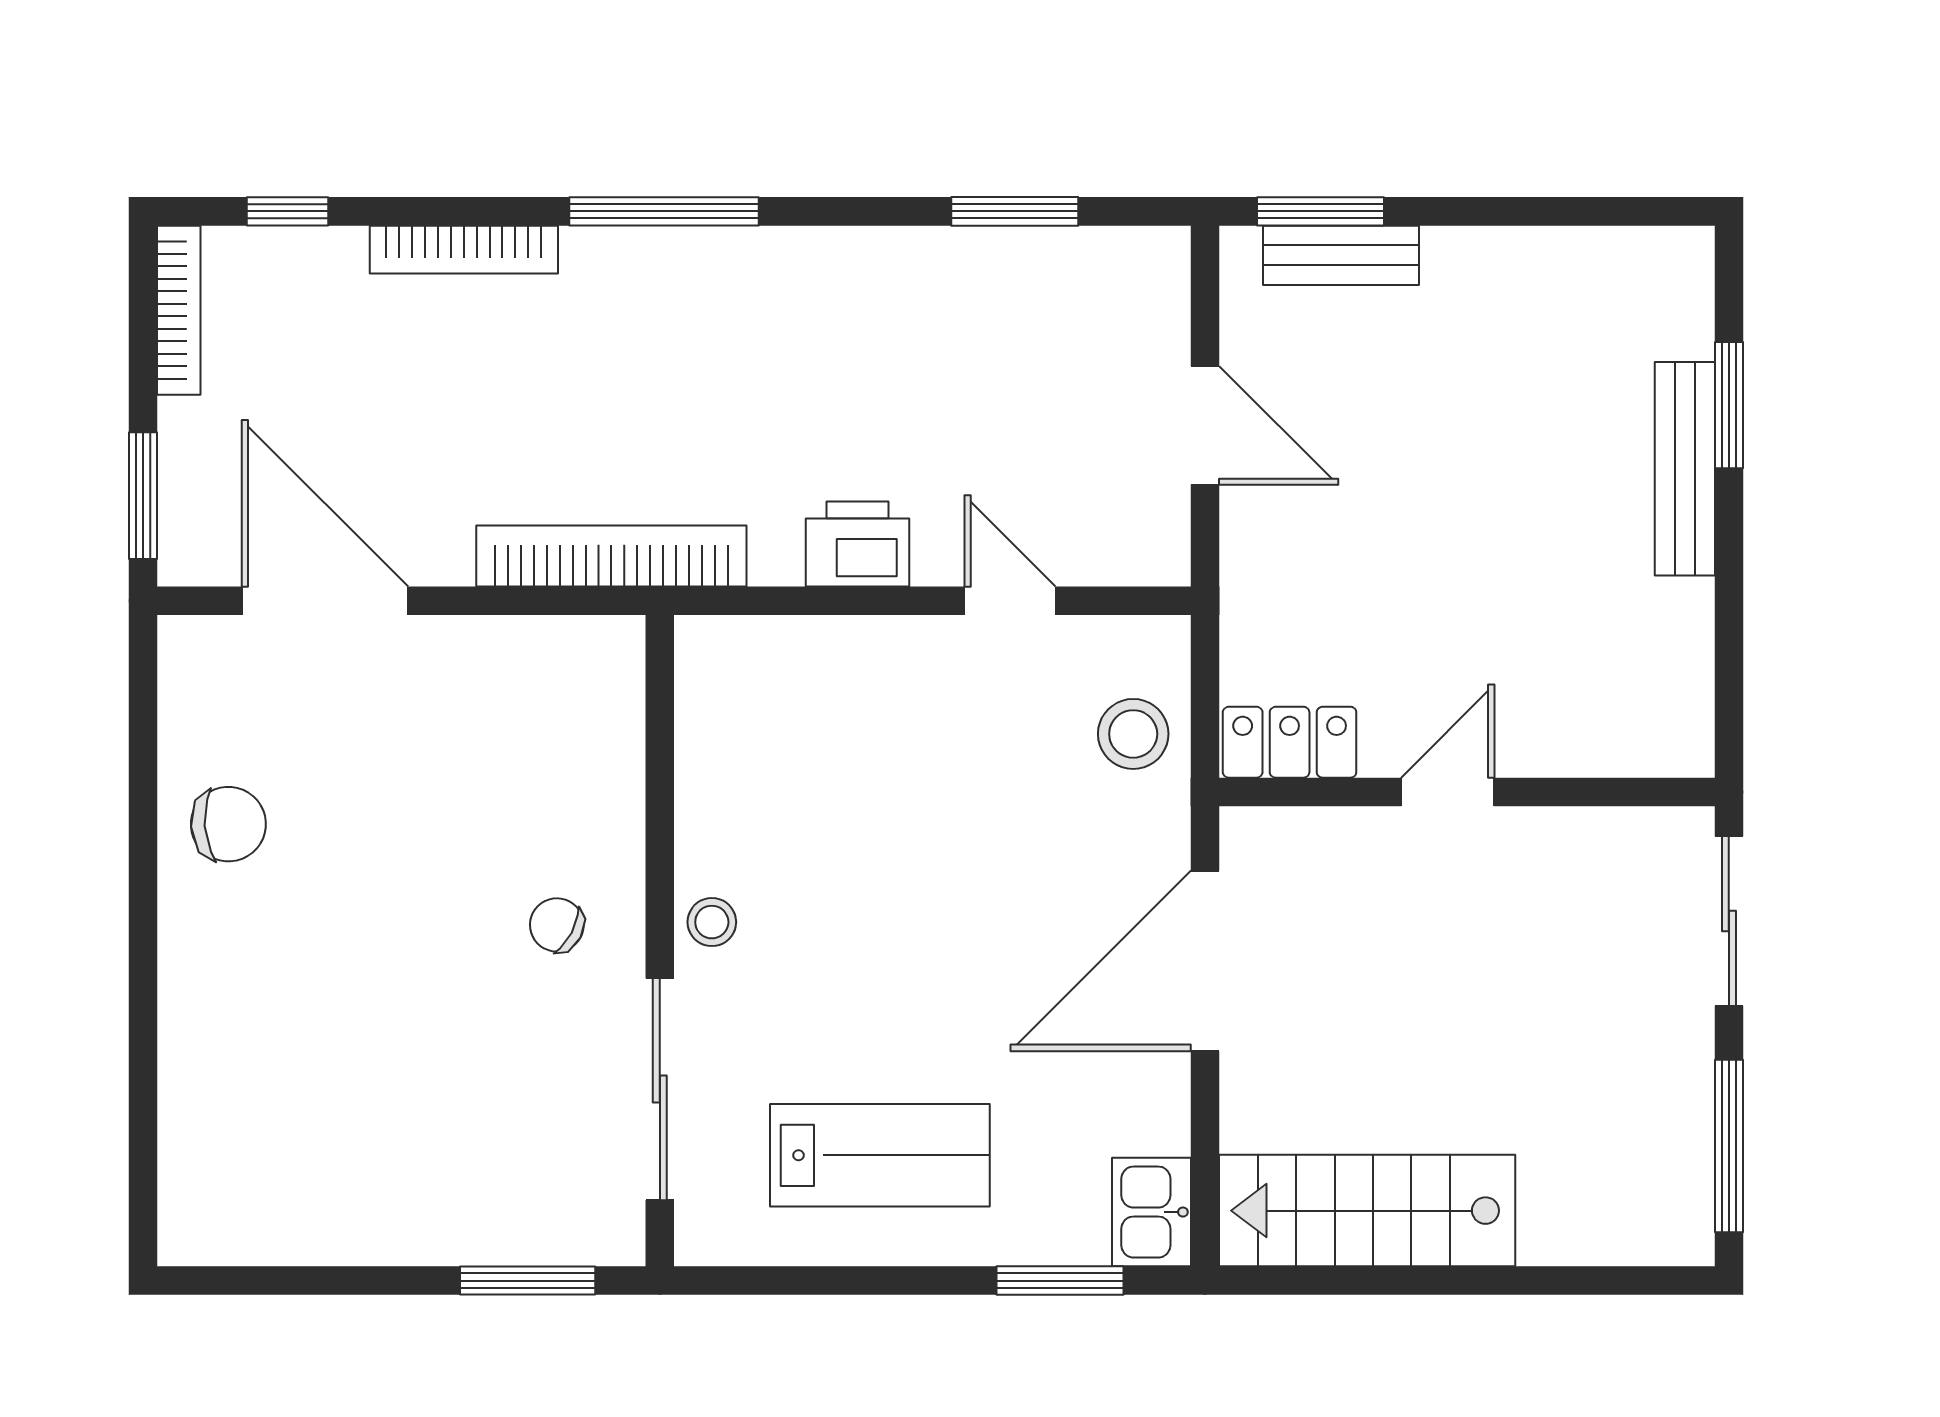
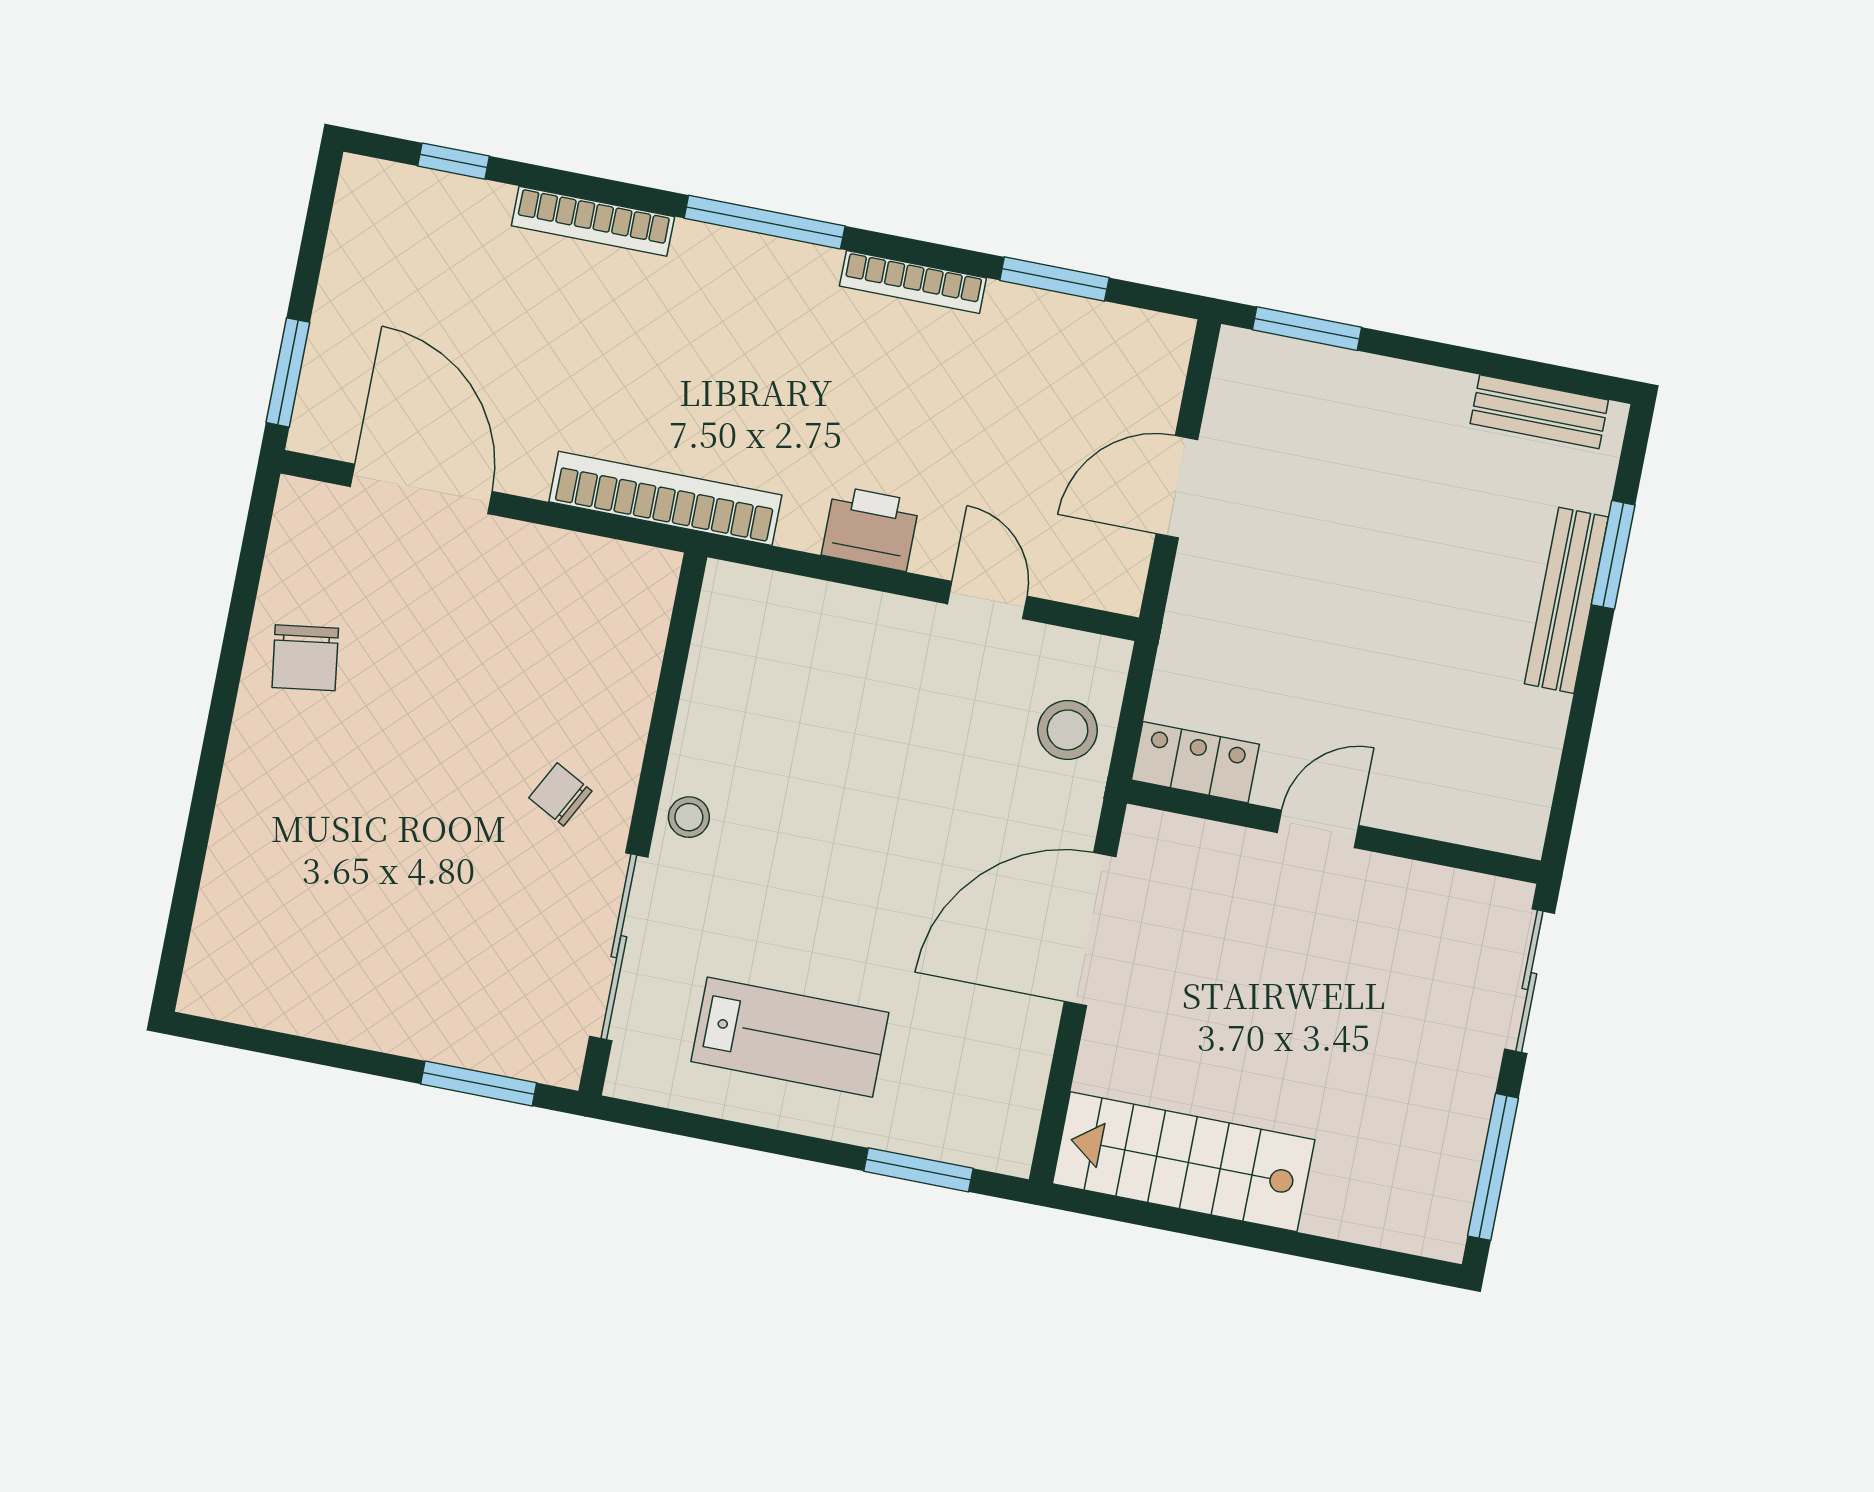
bench: (1341, 255) -> (1539, 412), moved
bookcase: (179, 310) -> (913, 282), moved, turned 90
door: (1205, 426) -> (1177, 487), swing flipped
chair: (228, 824) -> (305, 658), turned 86
kitchen sink: (1151, 1212) -> (1005, 1128), removed

